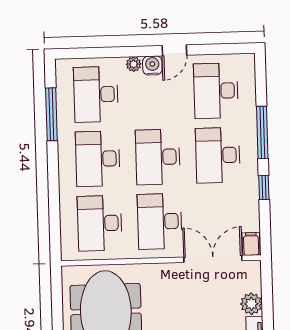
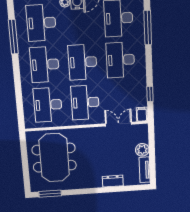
window: (262, 133) -> (148, 28), moved
window: (264, 188) -> (150, 94), moved
double door: (213, 259) -> (119, 124), width x0.73

